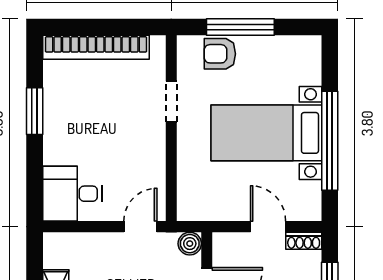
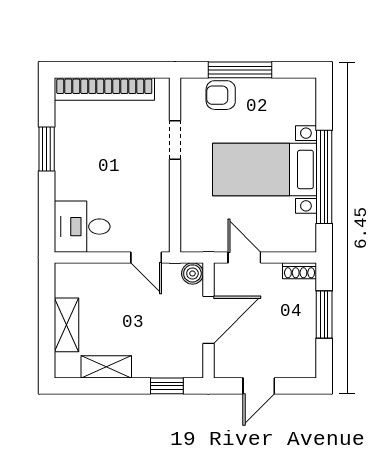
door: (140, 227) -> (146, 257), swing flipped
door: (268, 227) -> (244, 257), moved

